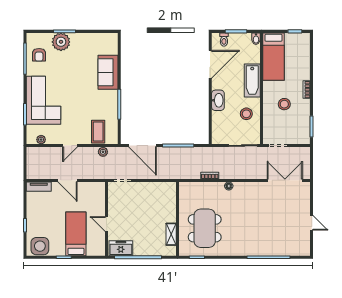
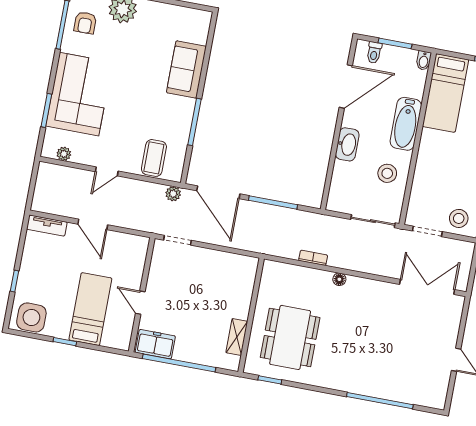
stool: (284, 104) -> (459, 218), moved
plant: (103, 152) -> (173, 194), moved

